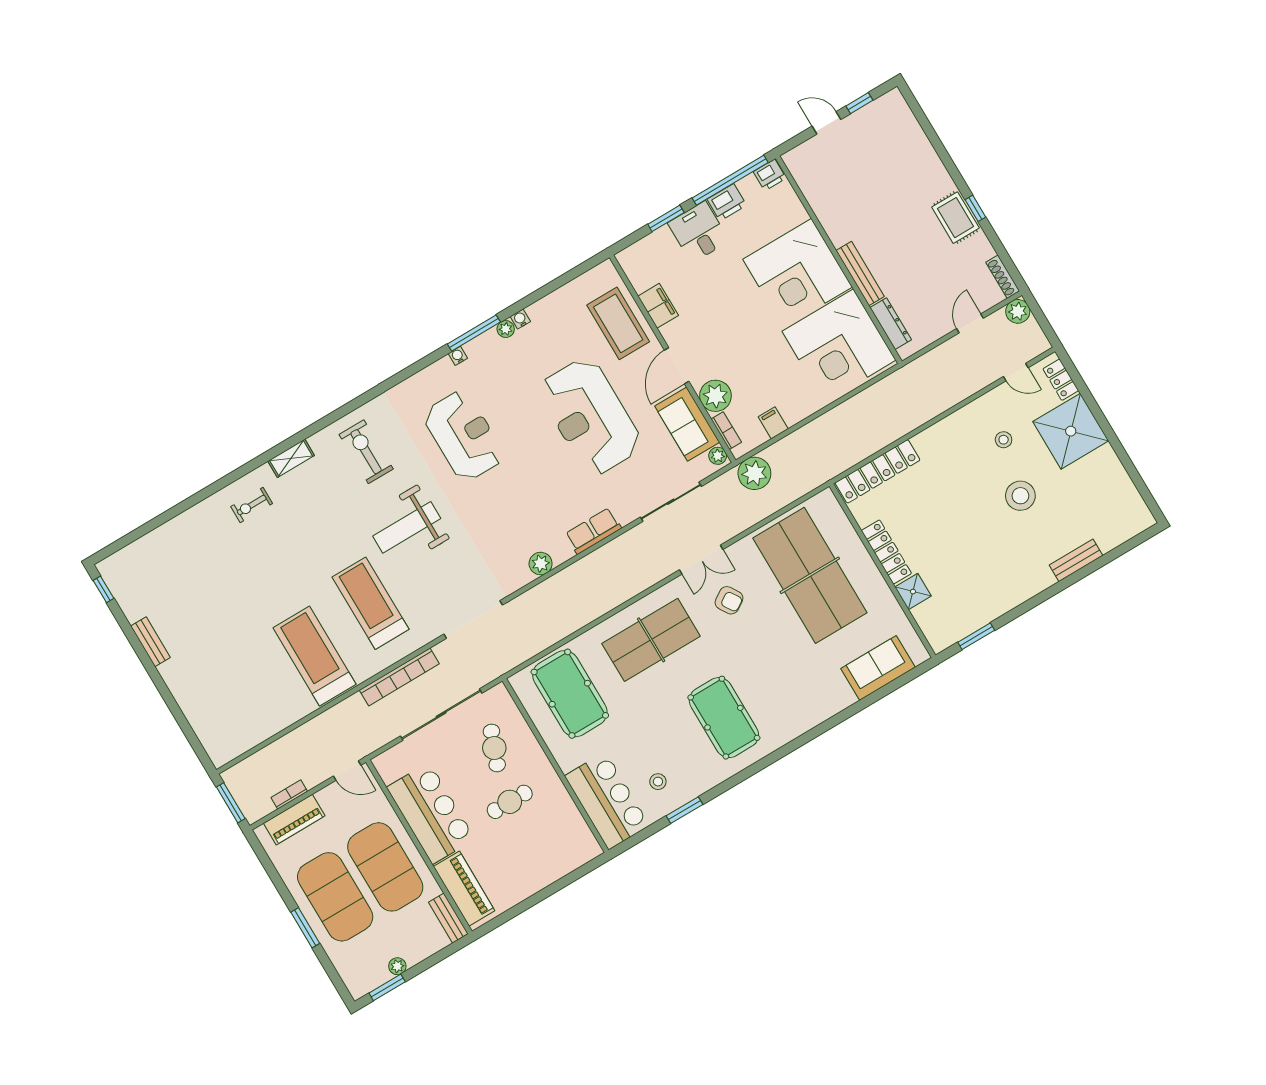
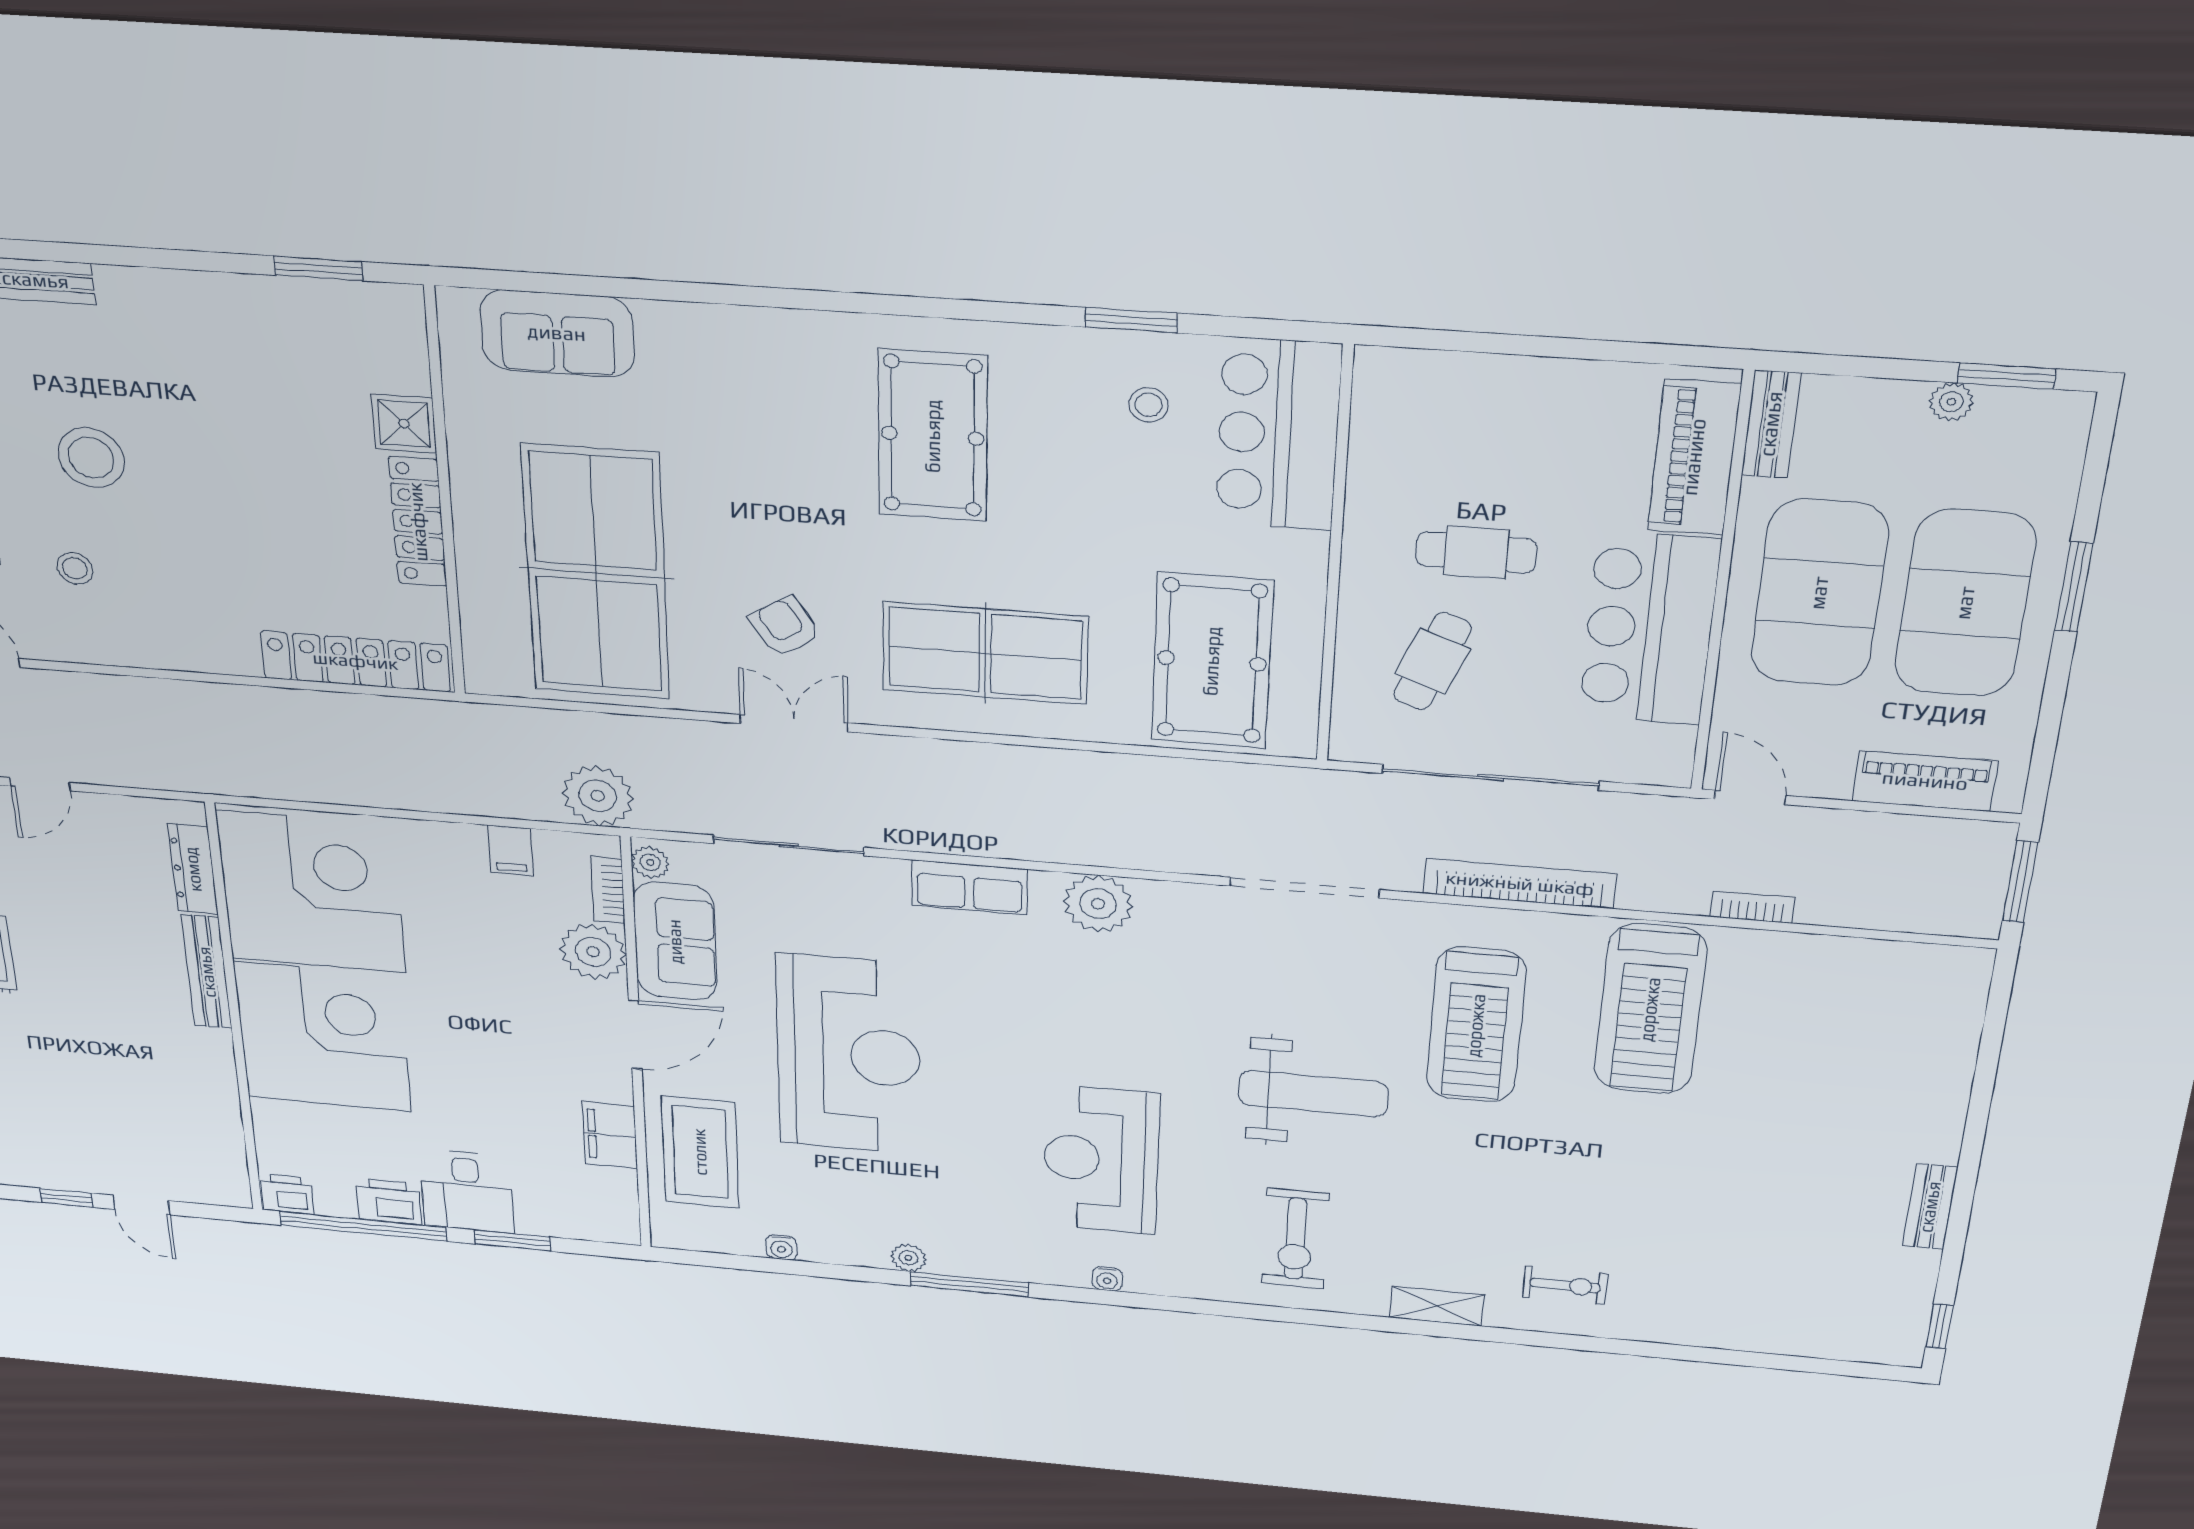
water cooler: (520, 319) -> (781, 1247), moved
water cooler: (458, 356) -> (1107, 1279), moved
plant: (541, 564) -> (1098, 904), width x1.36, depth x1.36
bookcase: (289, 795) -> (1752, 907), moved, turned 180

